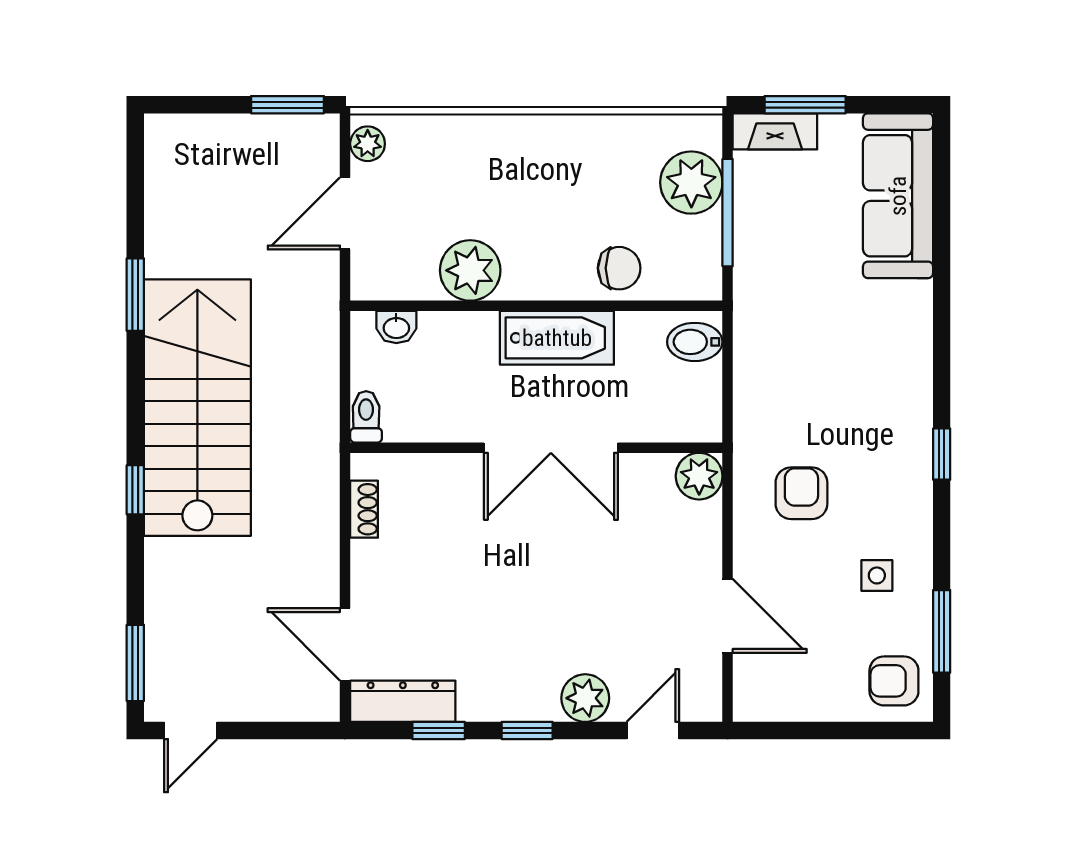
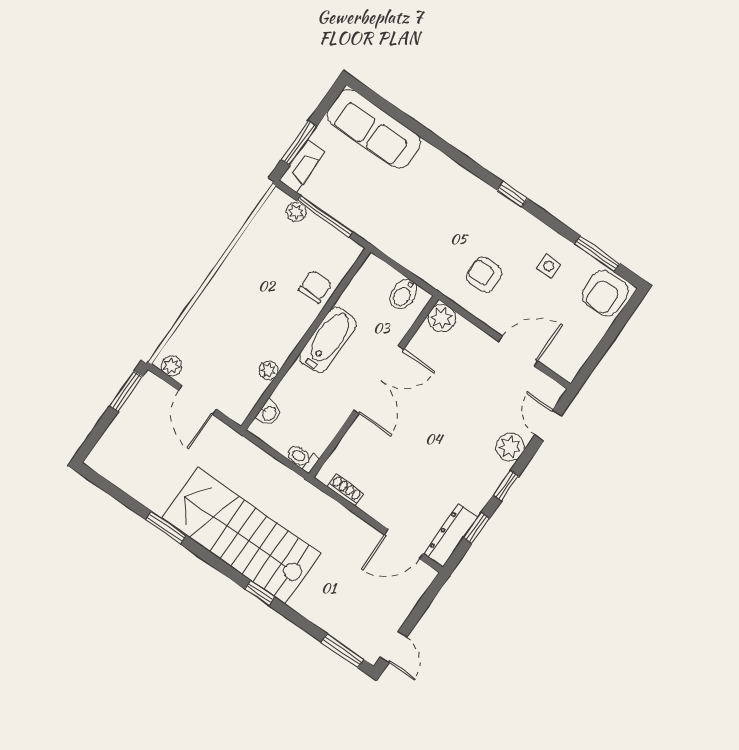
plant: (691, 183) -> (296, 212), width x0.53, depth x0.53
plant: (470, 270) -> (269, 371), width x0.53, depth x0.53
bidet: (695, 342) -> (403, 294), moved
armchair: (894, 681) -> (605, 293), width x1.38, depth x1.38

